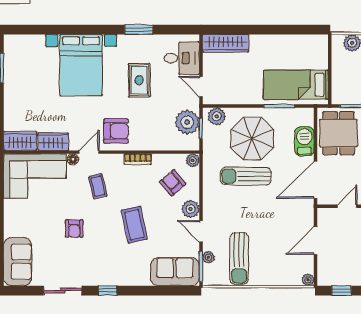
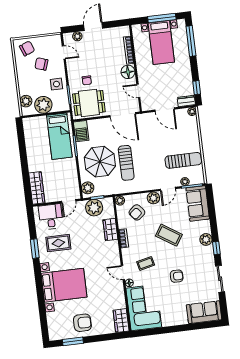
plant: (344, 67) -> (43, 105), added
rug: (139, 80) -> (58, 243), moved
armchair: (116, 131) -> (82, 323), moved, turned 90
barbecue: (304, 141) -> (81, 131), moved, turned -90
wardrobe: (53, 142) -> (110, 229), moved
coffee table: (134, 225) -> (169, 235), turned 45
dresser: (324, 273) -> (186, 101), added
plant: (122, 277) -> (206, 239), added

